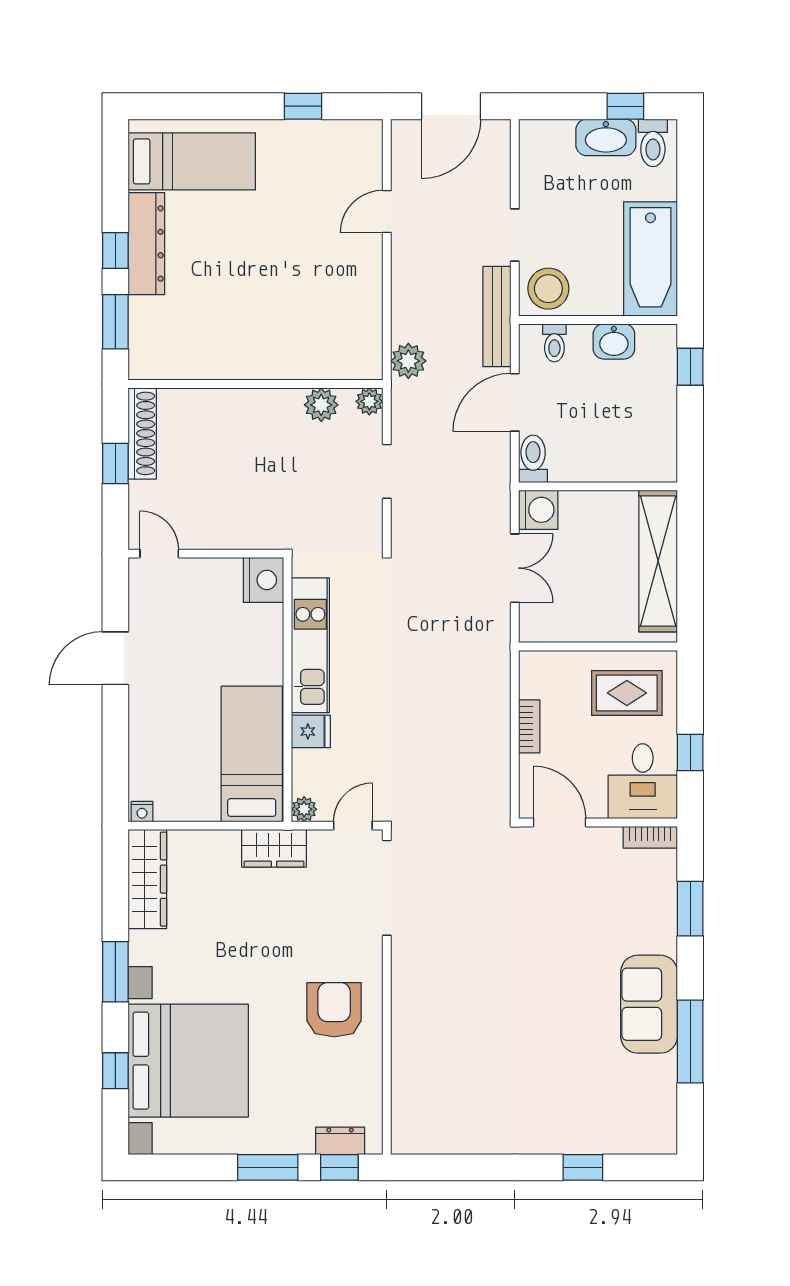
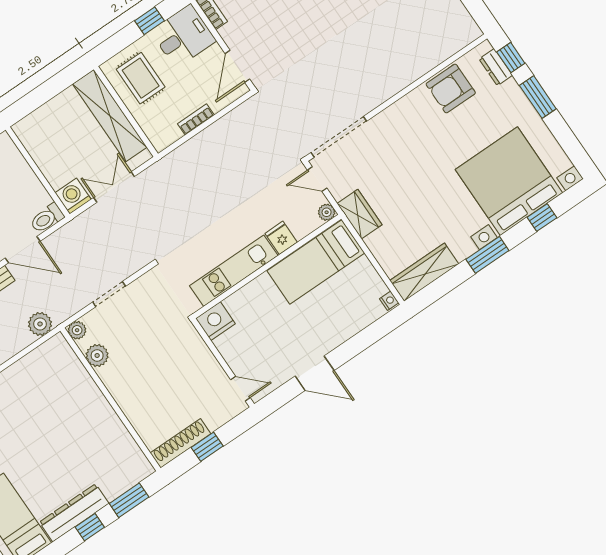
door: (159, 554) -> (240, 389), swing flipped
shelving: (658, 561) -> (110, 116), moved, turned 90
armchair: (334, 1010) -> (451, 88), moved

